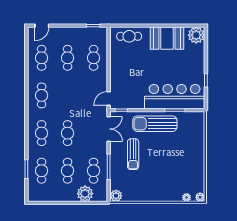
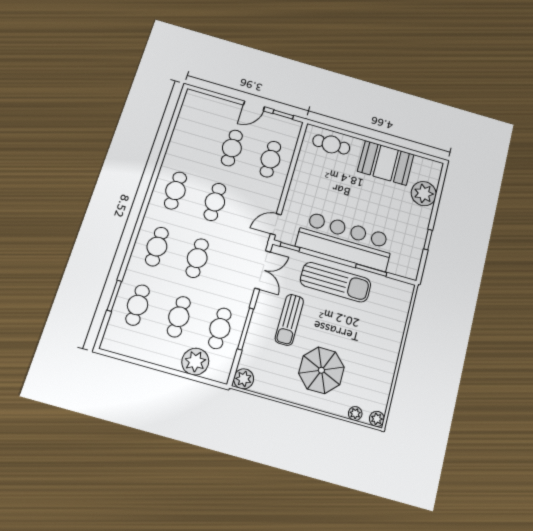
door: (42, 26) -> (254, 106), moved
plant: (196, 35) -> (424, 194), moved
cafe table: (42, 58) -> (215, 202), moved
bar counter: (175, 97) -> (345, 241), moved
sun lounger: (155, 124) -> (336, 282), turned 180
parasol: (160, 178) -> (321, 370), added

